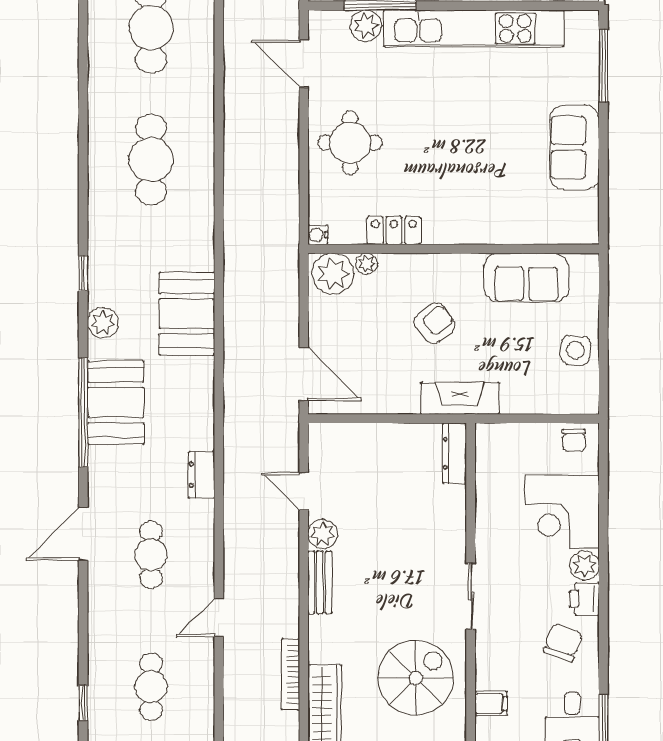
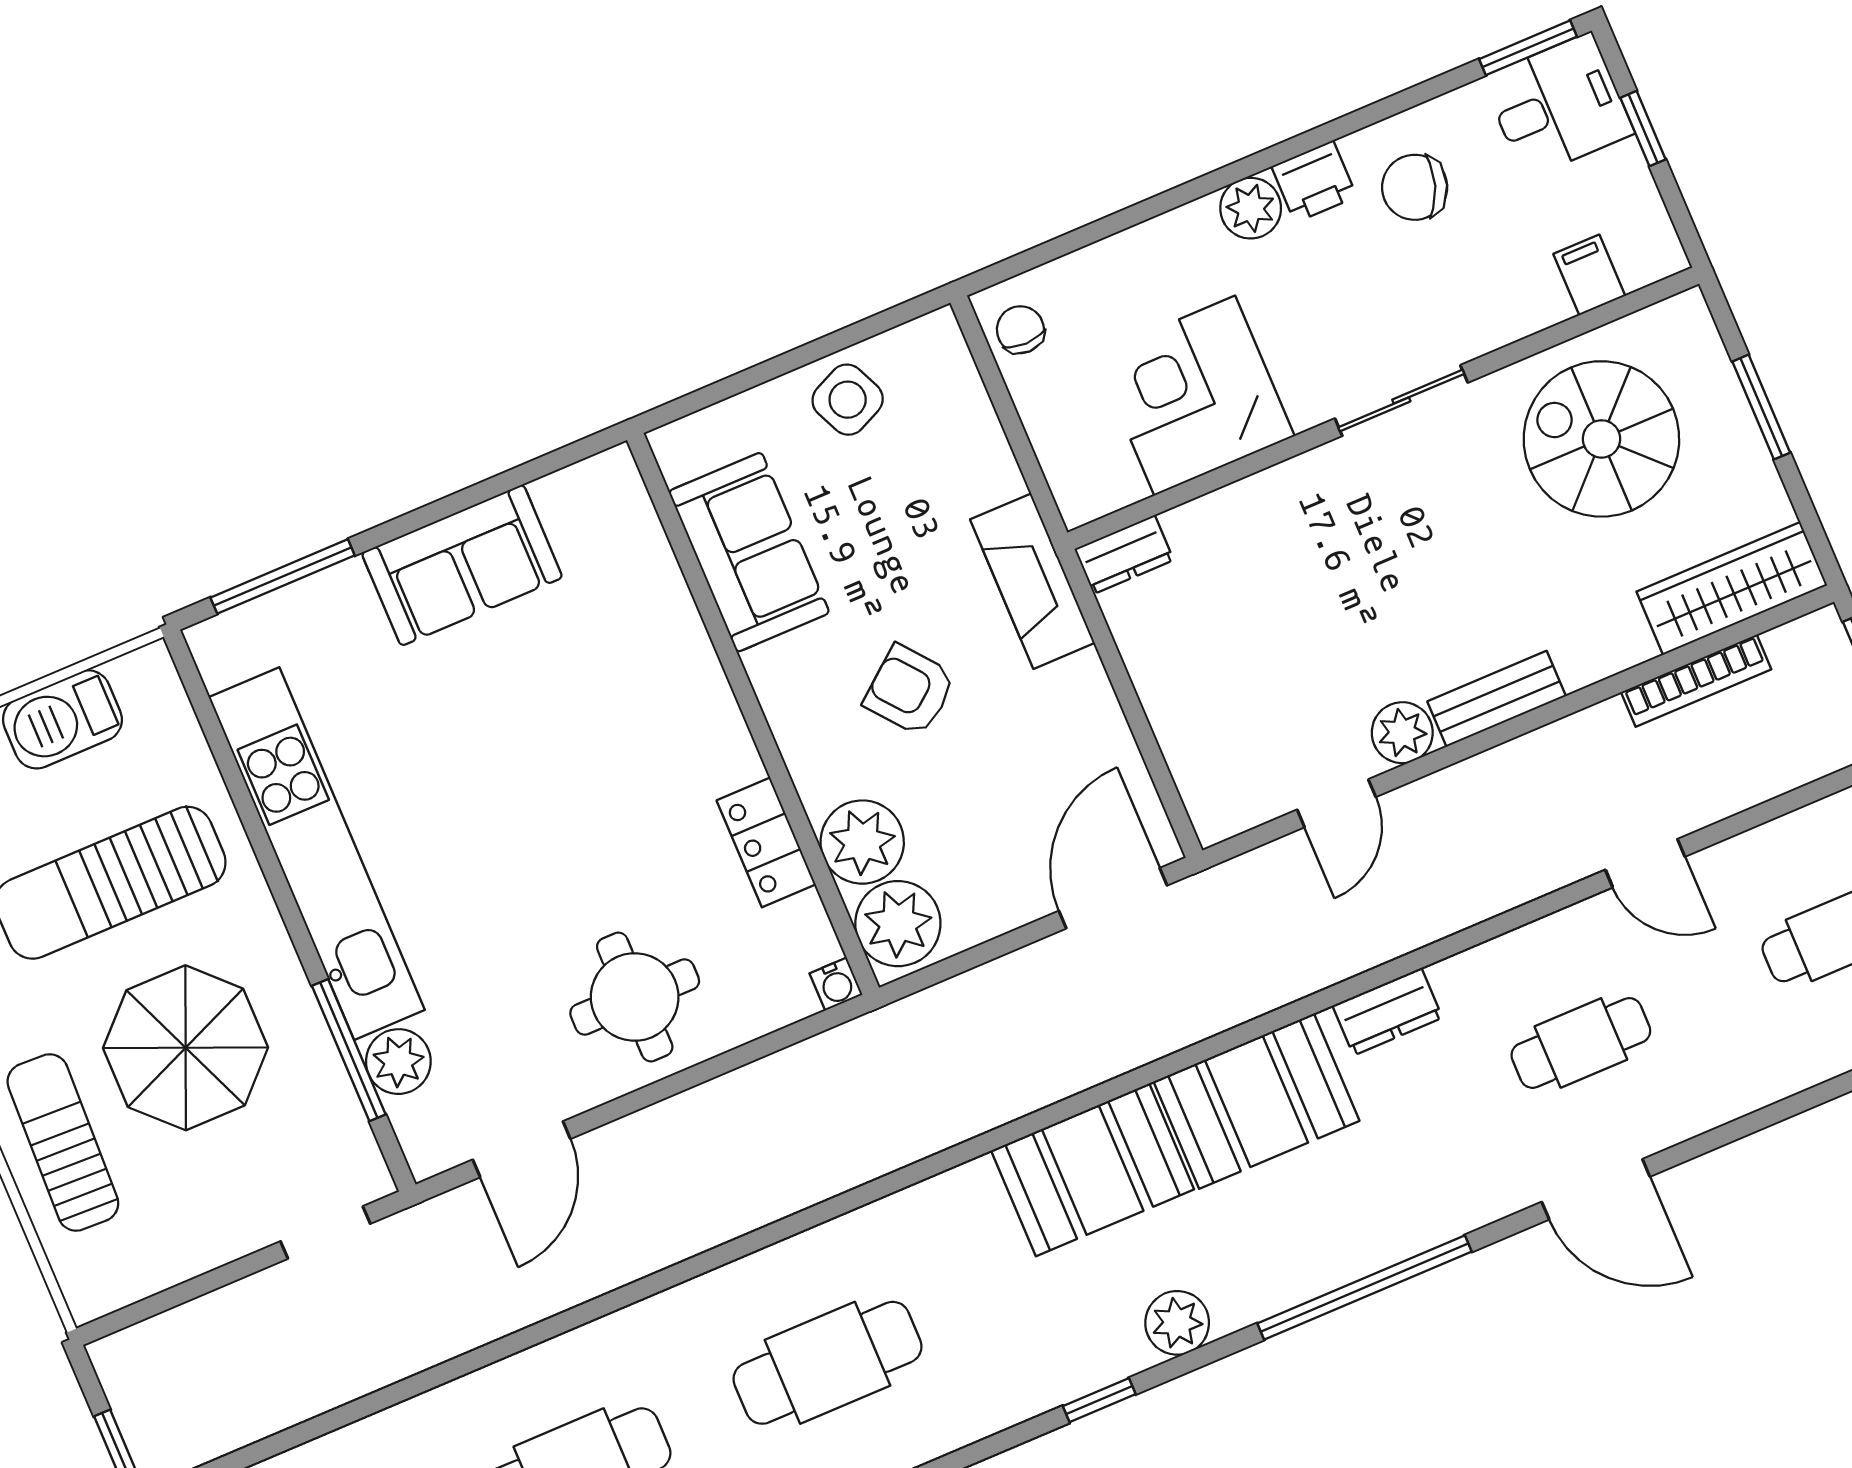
plant: (367, 264) -> (862, 842), width x1.87, depth x1.87
side table: (575, 350) -> (848, 400), turned -31
booth: (116, 402) -> (1256, 1101), moved
chair: (574, 440) -> (1020, 330), turned -90
dresser: (454, 453) -> (1124, 554), width x0.70
corner desk: (562, 512) -> (1195, 396), moved, turned 180

